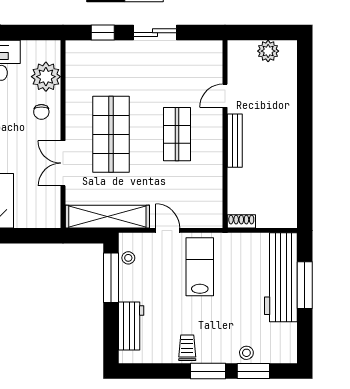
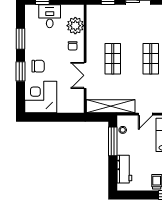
shop shelf: (111, 134) -> (113, 59), width x0.70, depth x0.74
door: (168, 230) -> (145, 114), swing flipped

